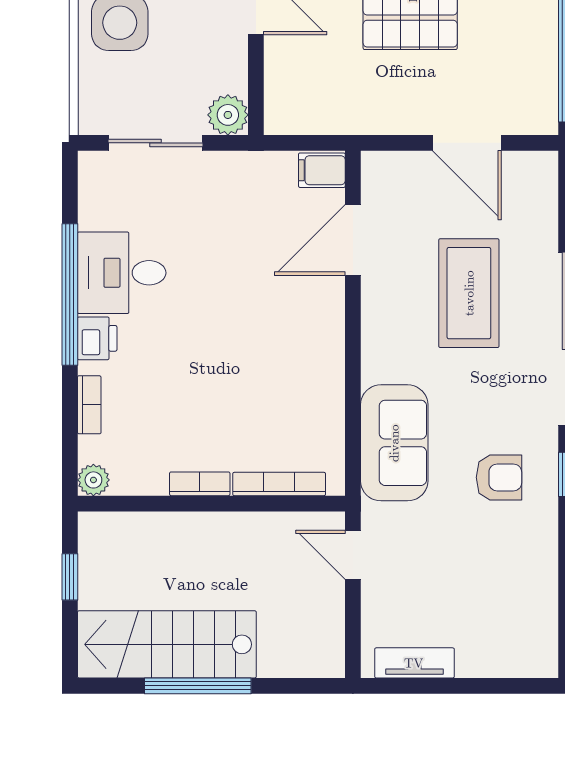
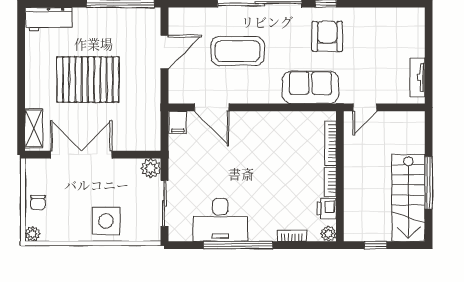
desk: (122, 273) -> (220, 220), width x1.37
printer: (97, 338) -> (327, 209), moved, turned -90
armchair: (499, 477) -> (327, 36), width x1.38, depth x1.38

